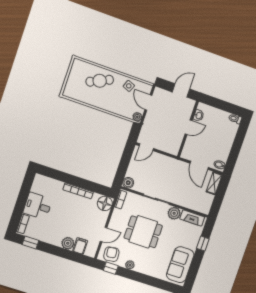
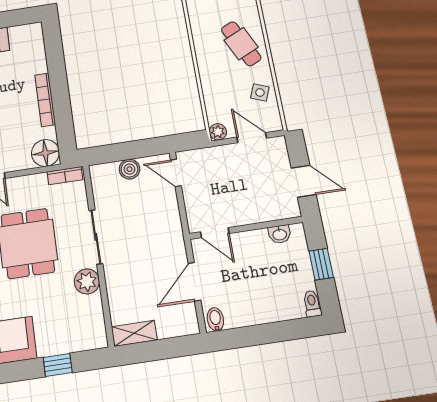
door: (148, 103) -> (252, 138), hinge flipped
window: (221, 105) -> (321, 264), added
door: (189, 127) -> (215, 233), moved
boiler: (128, 183) -> (129, 169), moved
shelving: (214, 183) -> (134, 333), moved
fireplace: (192, 218) -> (95, 319), removed

